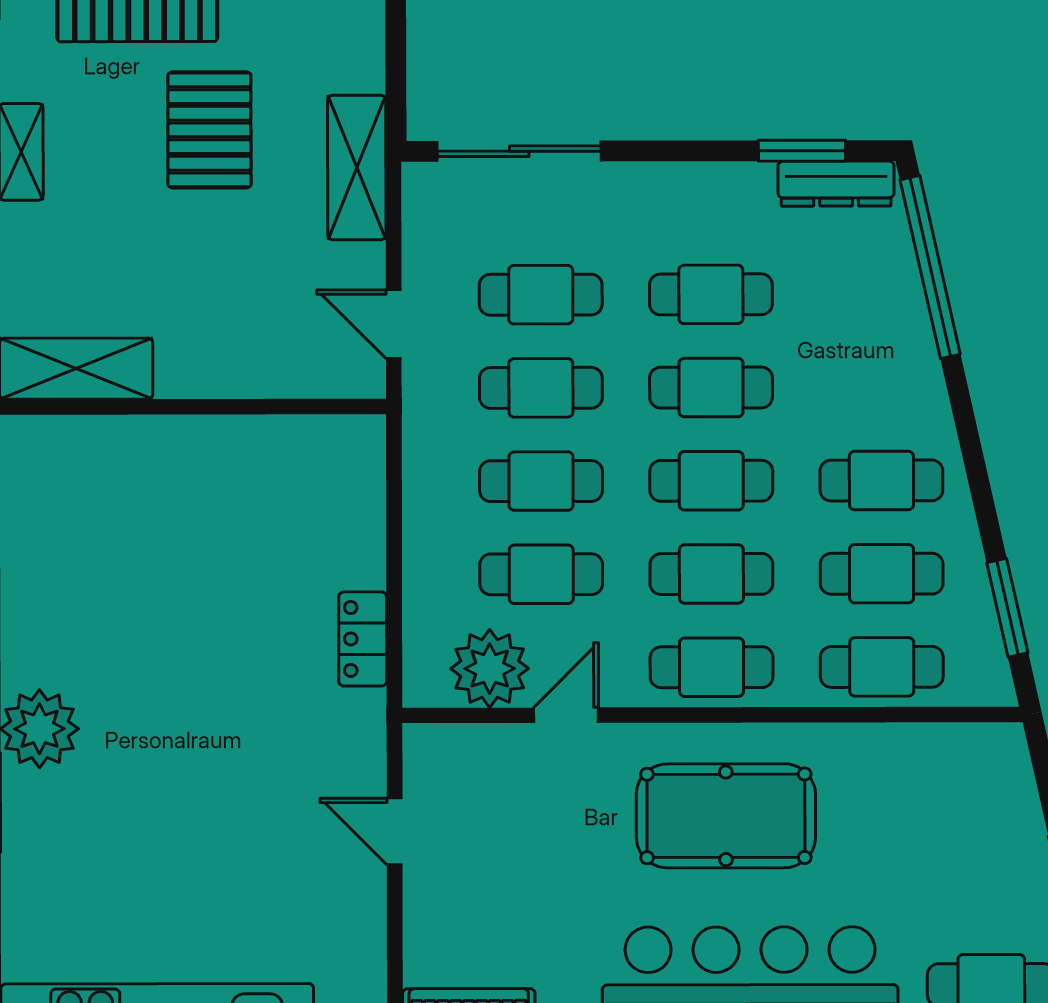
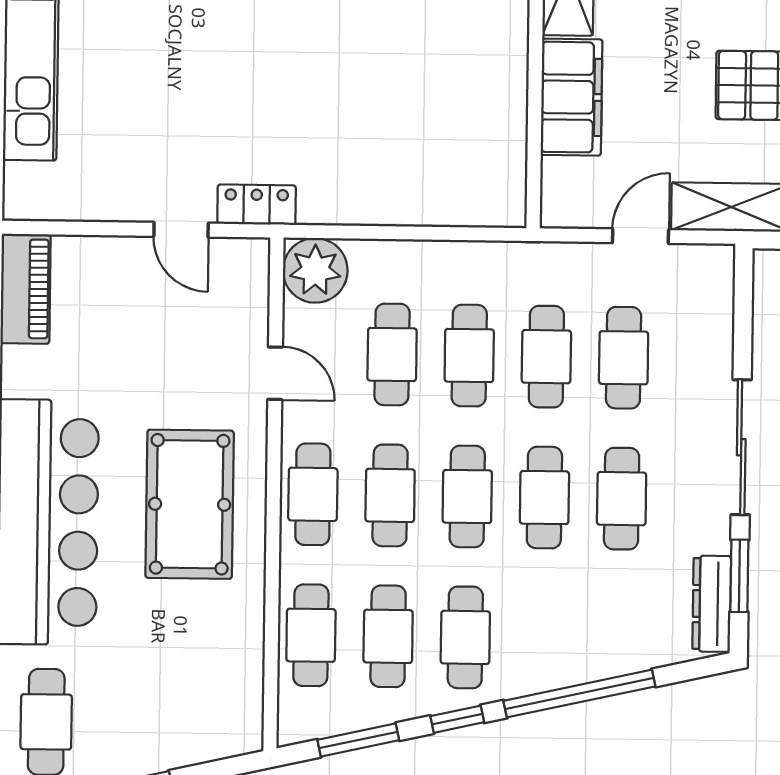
sliding door: (519, 151) -> (741, 447), moved
window: (930, 267) -> (579, 694), moved
door: (394, 324) -> (640, 236), moved
filing cabinet: (227, 363) -> (571, 97), added
window: (980, 489) -> (457, 719), added
locker: (363, 639) -> (257, 205), moved
plant: (490, 669) -> (315, 270), moved
door: (395, 831) -> (181, 230), swing flipped

